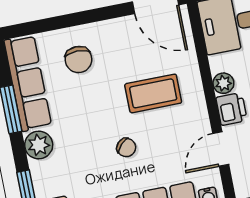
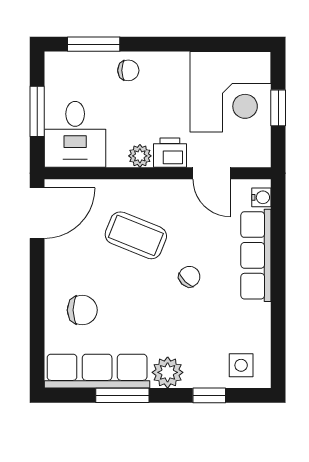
coffee table: (153, 93) -> (136, 235), turned -68

